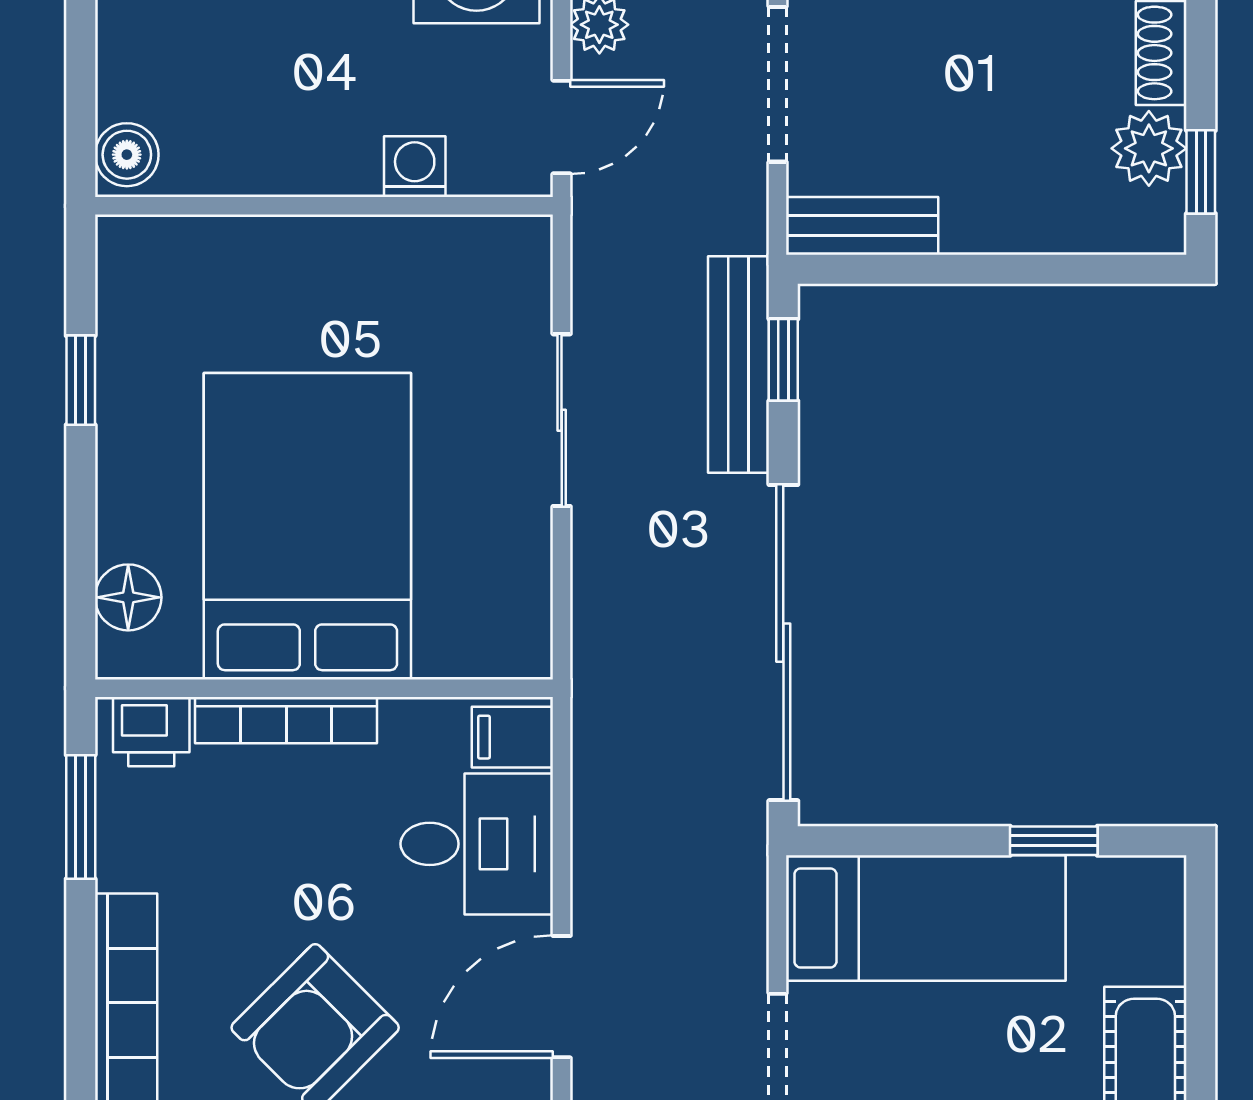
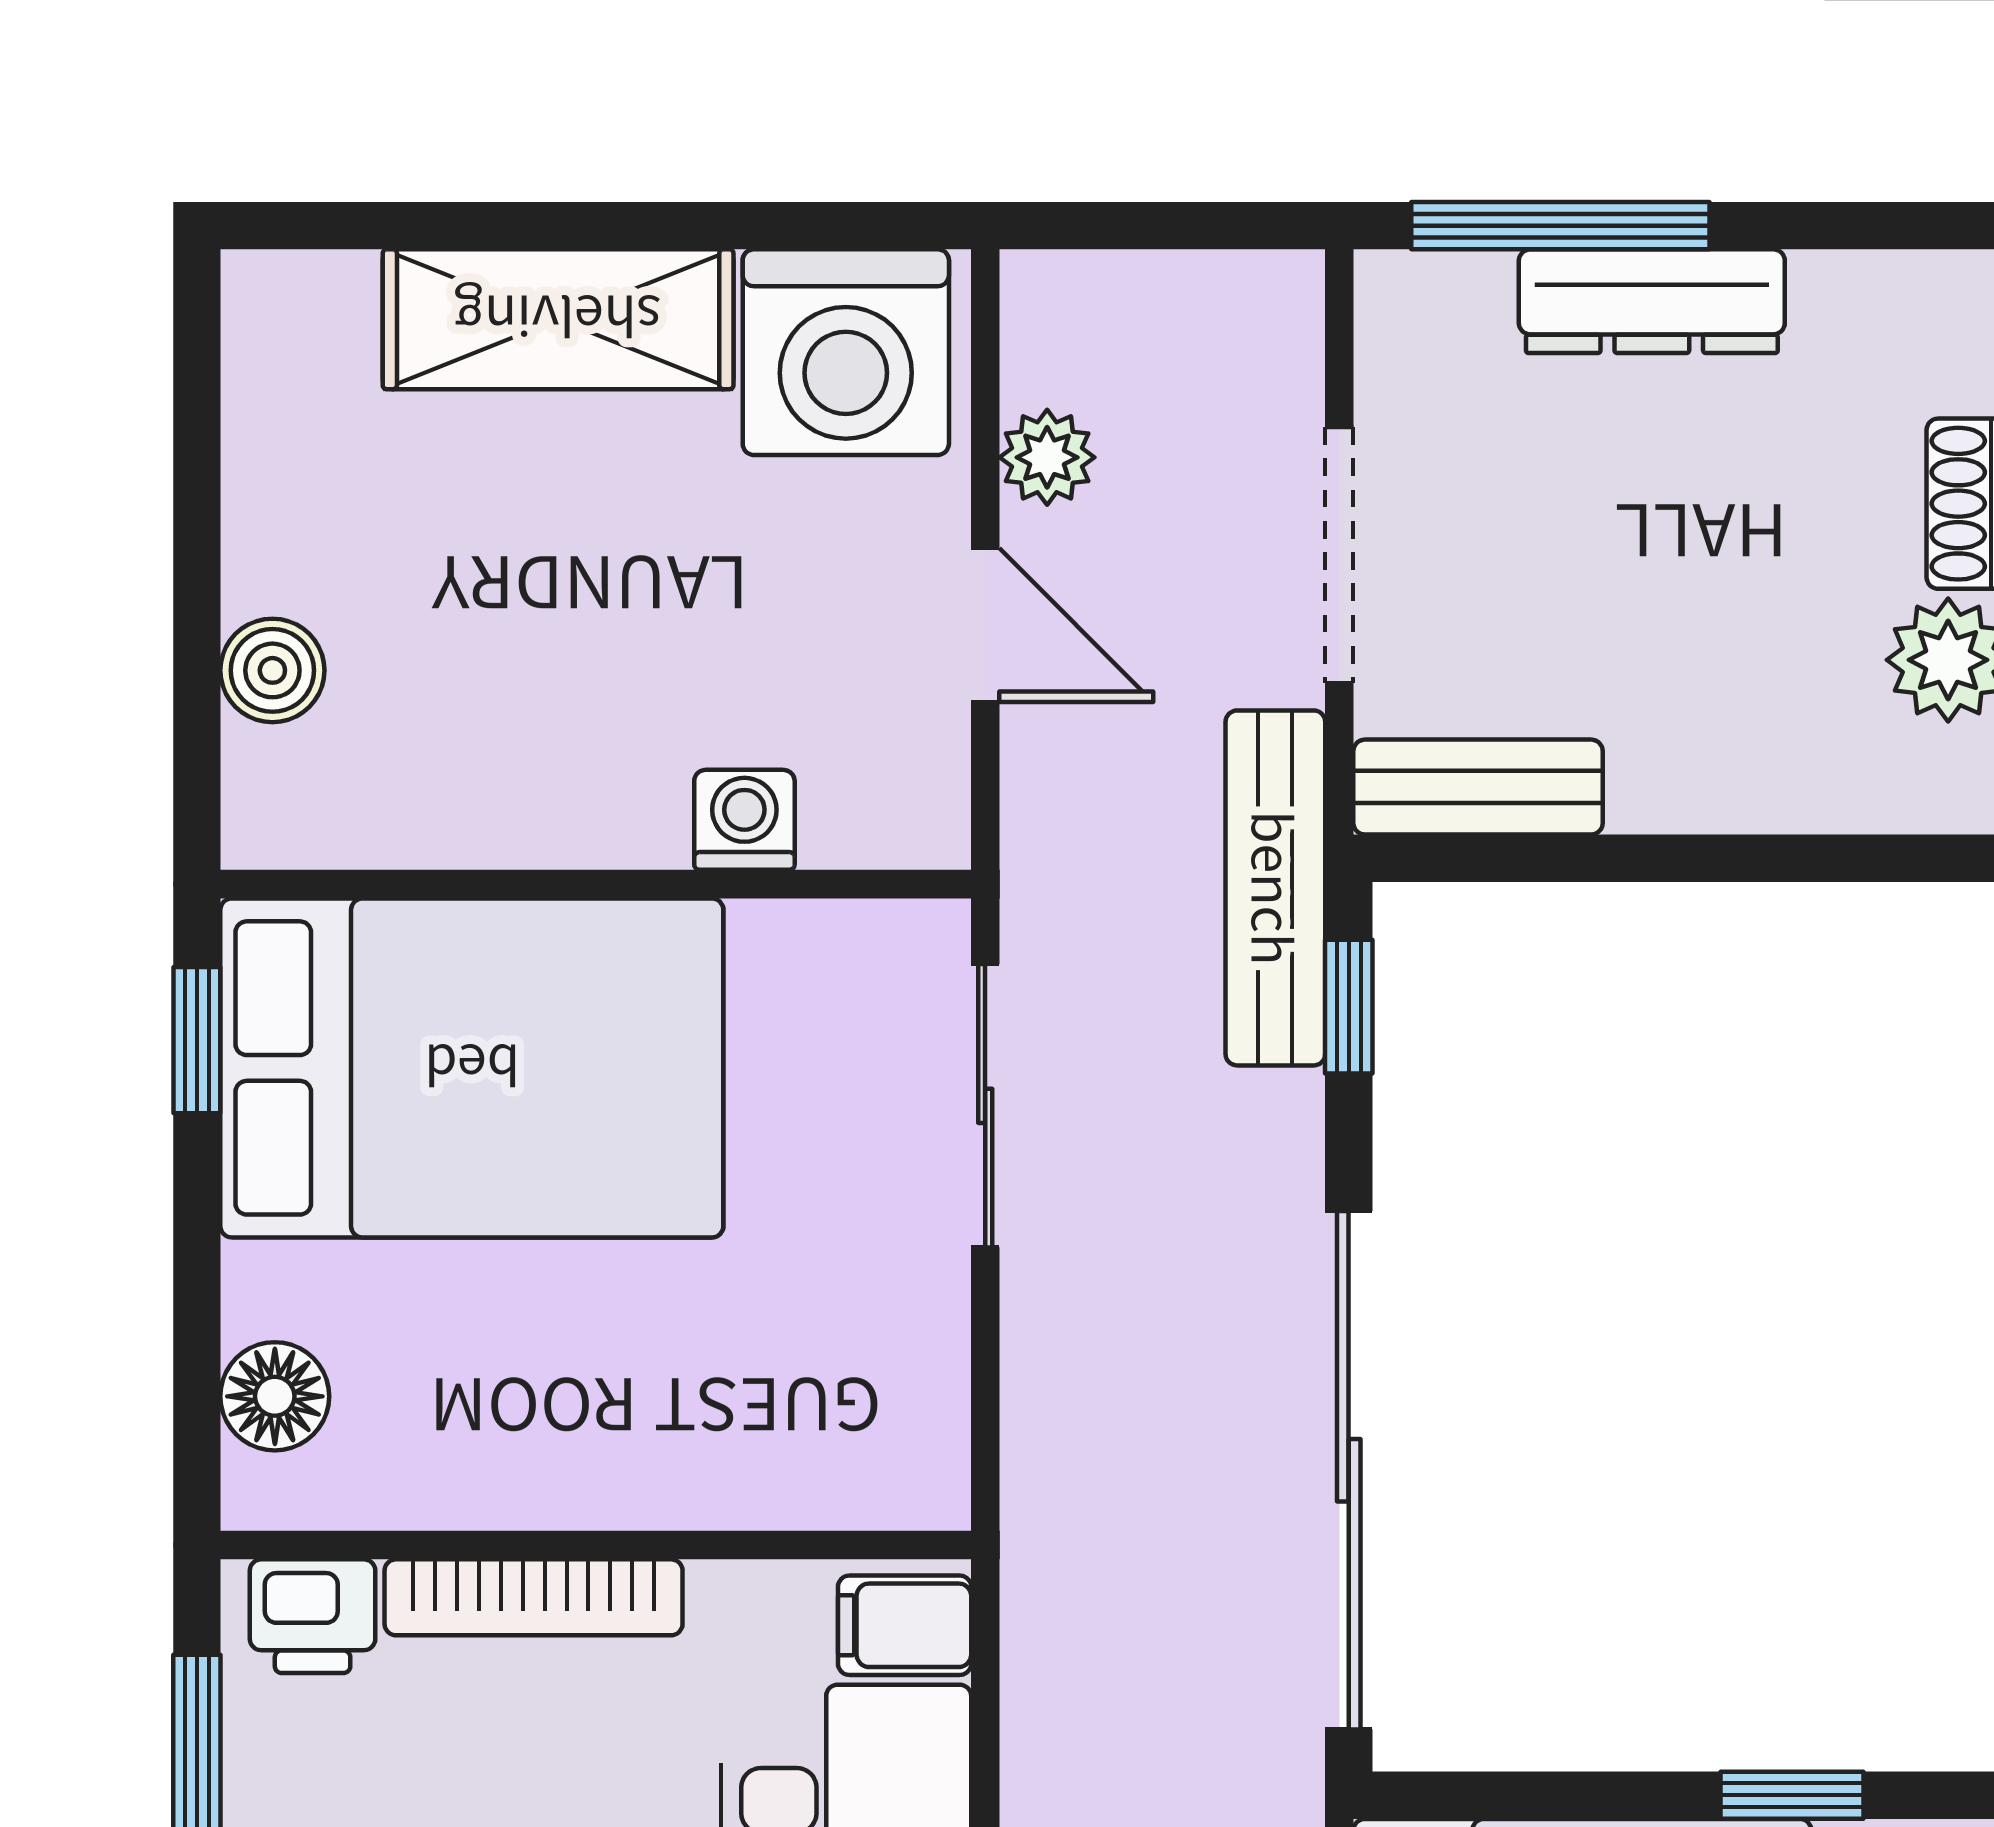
door: (562, 127) -> (985, 625), hinge flipped
washing machine: (415, 167) -> (744, 820), moved
wall: (324, 206) -> (596, 884), moved
bench: (739, 365) -> (1275, 888), moved
bed: (307, 526) -> (472, 1068), moved, turned 90

